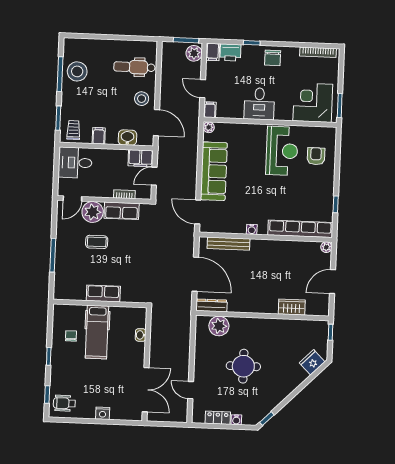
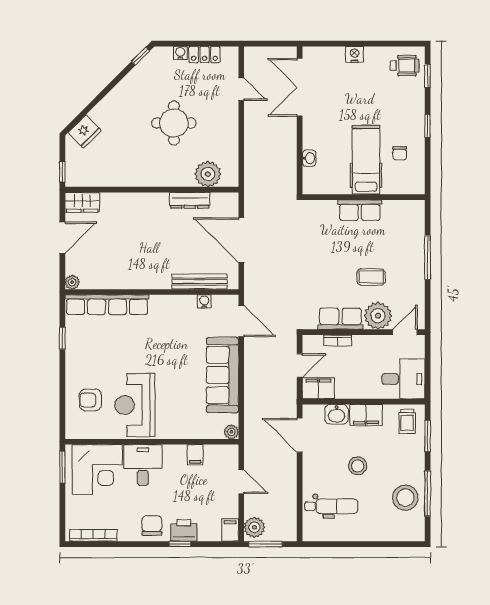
printer: (230, 52) -> (184, 530), moved
stool: (142, 99) -> (358, 466), moved
desk: (259, 104) -> (143, 465), moved
filing cabinet: (210, 110) -> (195, 455), moved
filing cabinet: (99, 136) -> (366, 415), width x2.00
armchair: (316, 156) -> (90, 400), turned 90
water cooler: (252, 229) -> (204, 301), moved
dresser: (212, 305) -> (190, 200), moved
wardrobe: (292, 307) -> (82, 202), moved

